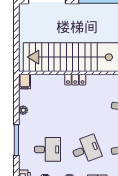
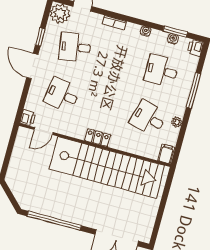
locker: (75, 80) -> (98, 138), moved
desk: (86, 149) -> (149, 118), moved, turned 36

